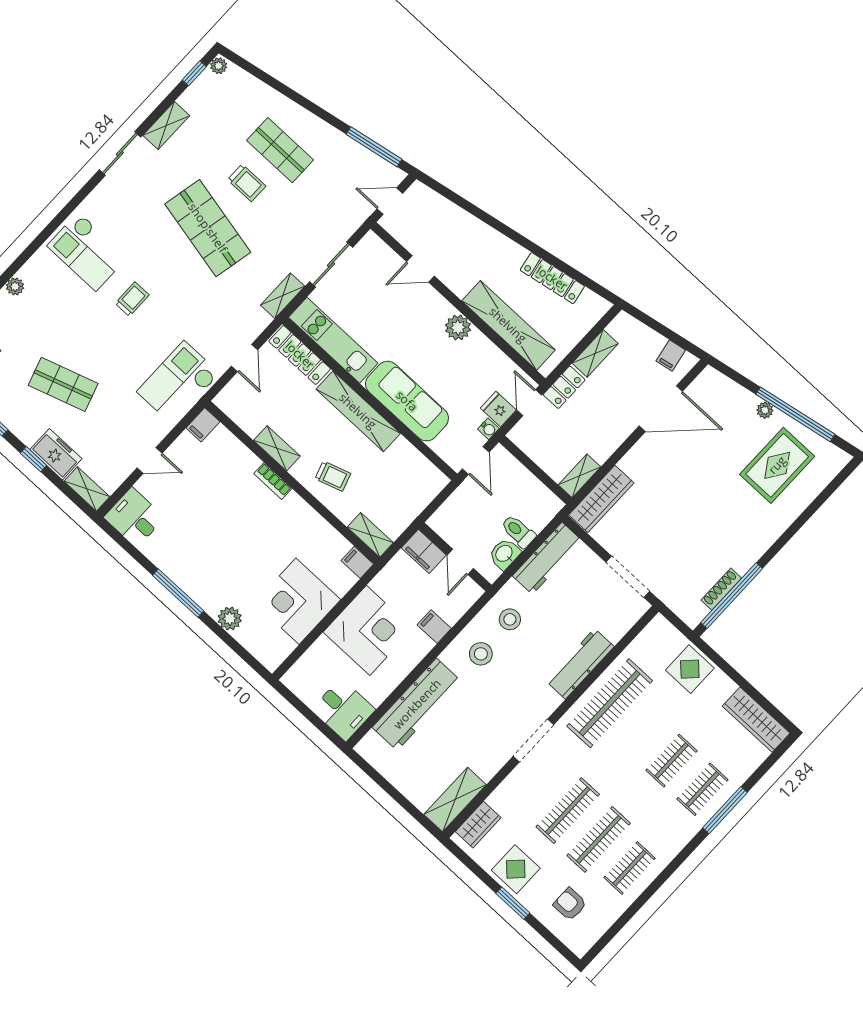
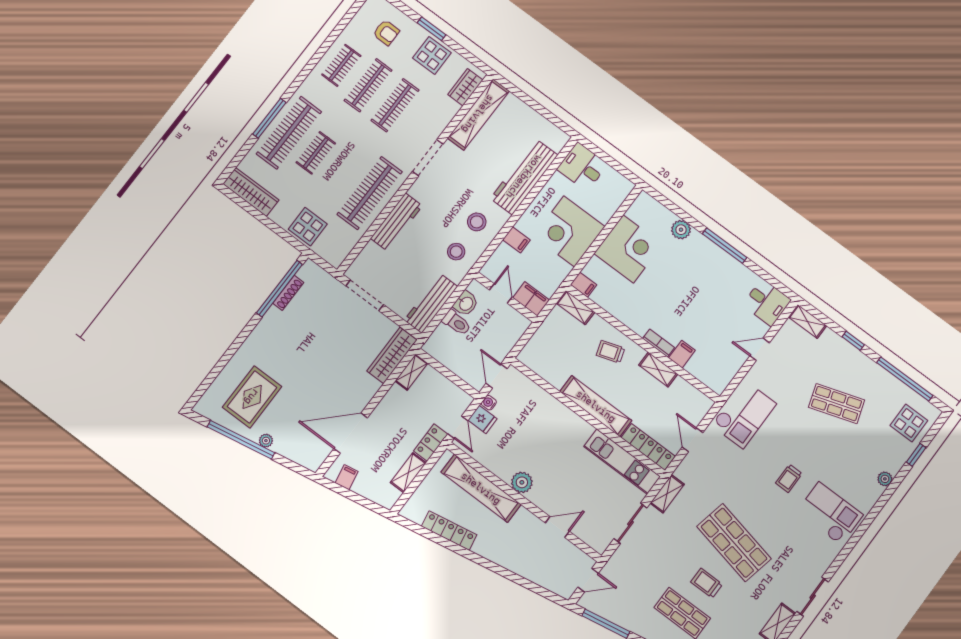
sofa: (407, 401) -> (557, 418), removed
filing cabinet: (203, 425) -> (682, 354), moved
freezer: (56, 454) -> (836, 347), removed
clothes rail: (702, 789) -> (289, 133), width x1.86, depth x1.31
shelving: (455, 800) -> (478, 114), width x1.47

